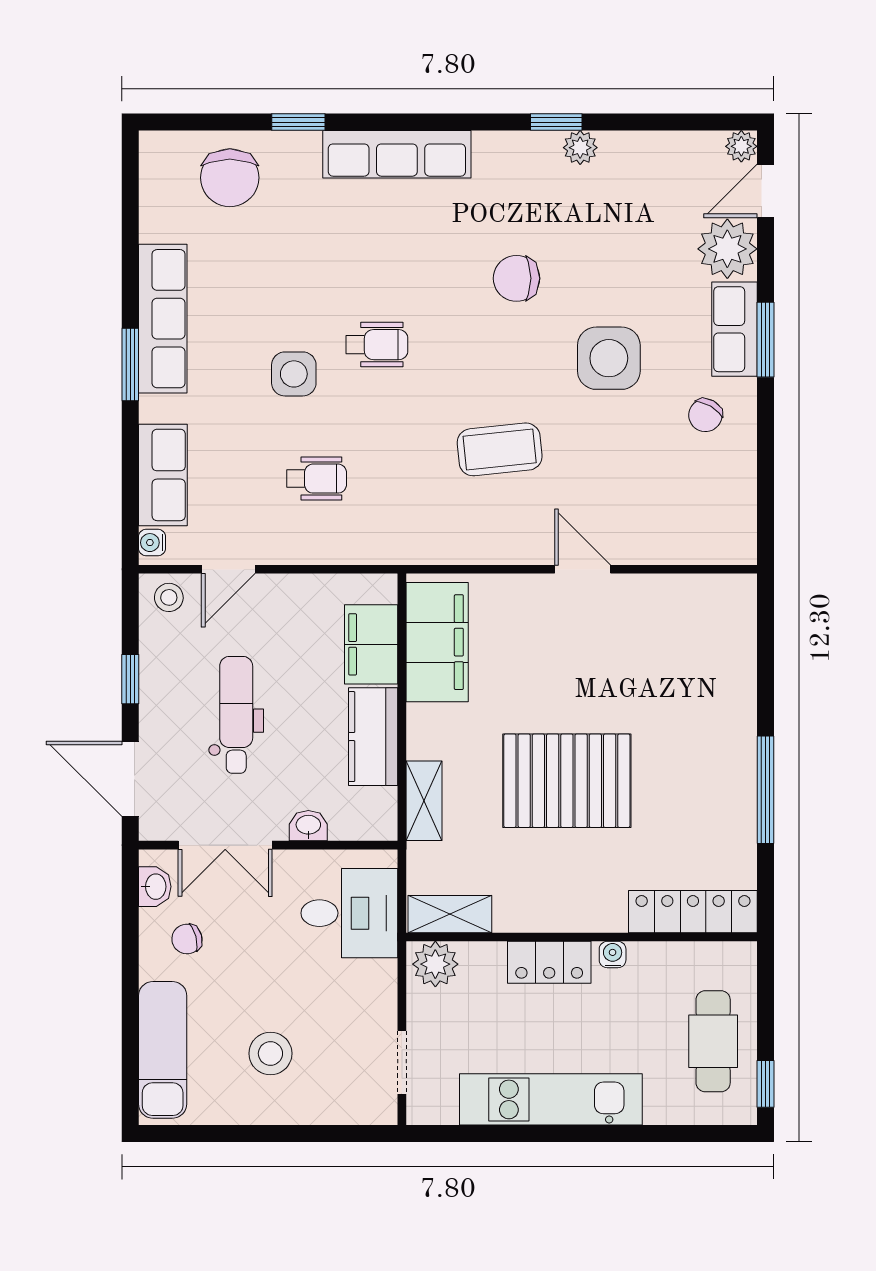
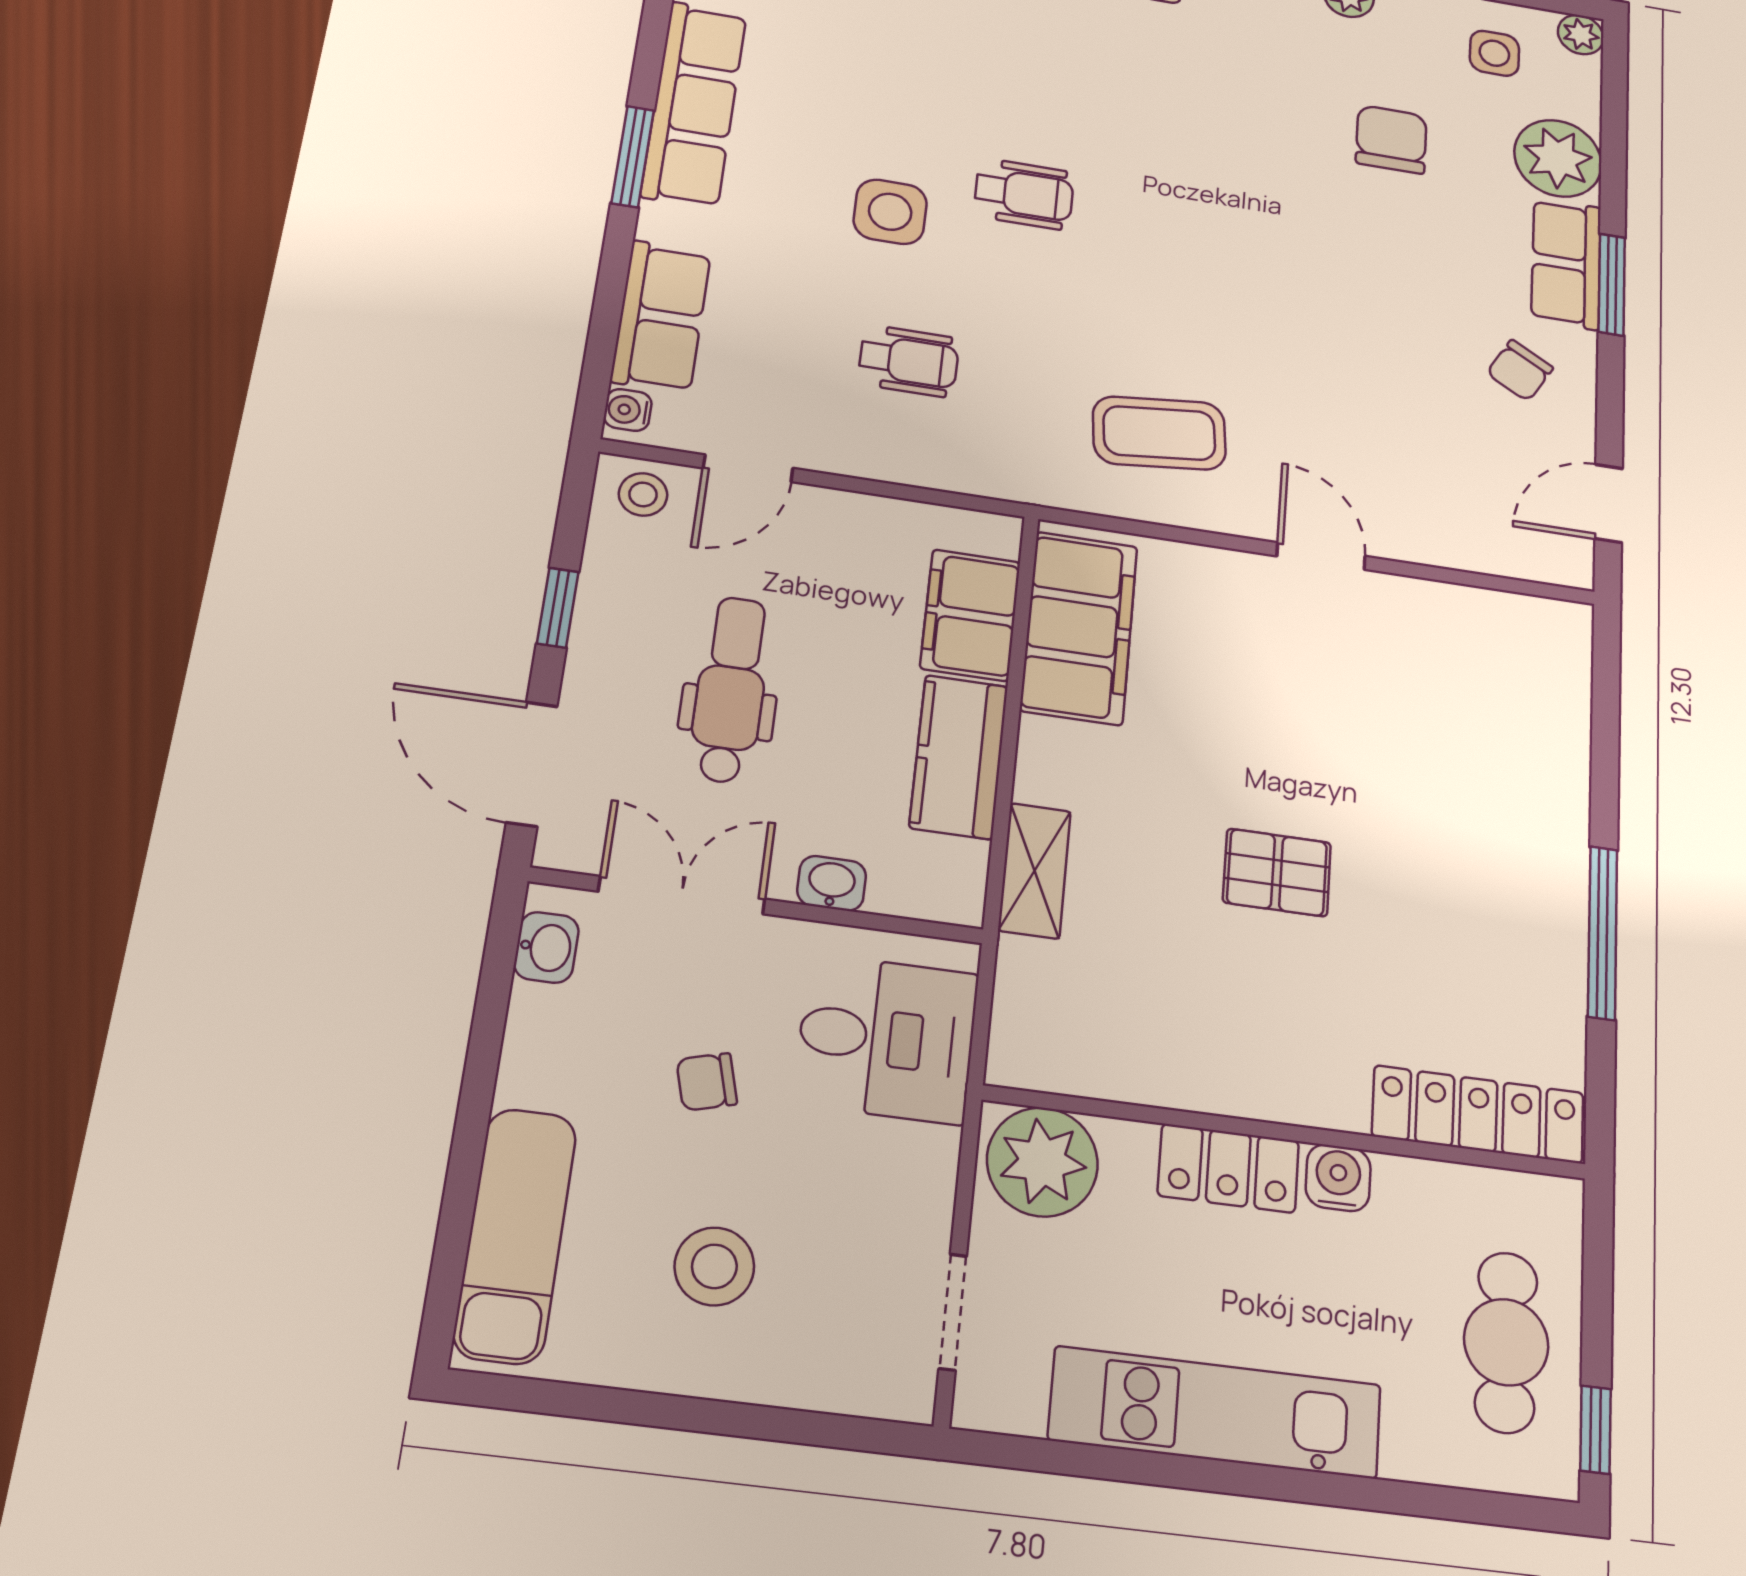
door: (766, 191) -> (1609, 503), moved
chair: (516, 278) -> (1391, 139), moved, turned 90
side table: (609, 358) -> (1494, 53), moved, width x0.54, depth x0.54
coffee table: (500, 449) -> (1159, 433), moved
pallet: (567, 781) -> (1277, 872), width x0.49, depth x0.50
double door: (225, 845) -> (682, 895), swing flipped
shelving: (450, 914) -> (1062, 1063), removed
chair: (187, 939) -> (707, 1082), moved
water cooler: (613, 955) -> (1338, 1178), width x1.38, depth x1.38
plant: (435, 964) -> (1042, 1162), width x1.36, depth x1.36

